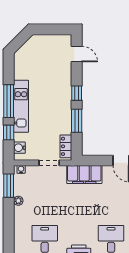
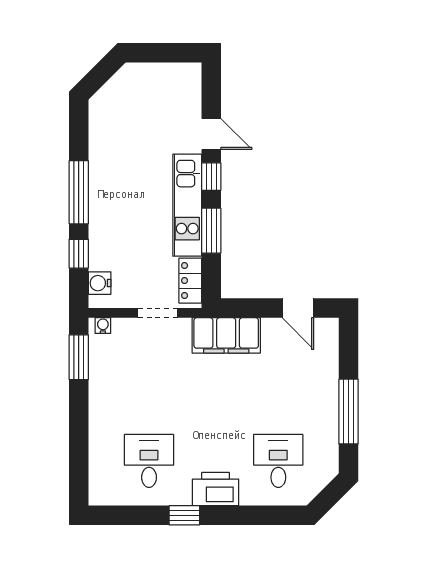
door: (77, 54) -> (211, 134), moved
kitchen unit: (21, 106) -> (187, 205), moved, turned 180
plant: (18, 201) -> (97, 387), removed

